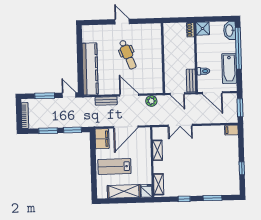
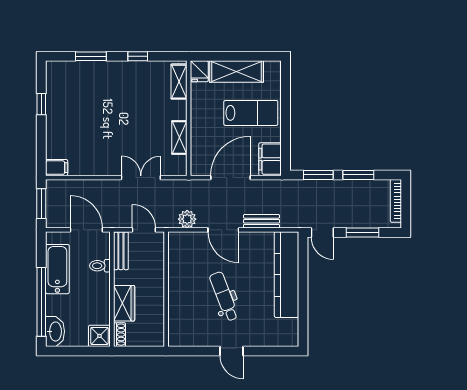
wardrobe: (188, 49) -> (124, 303), added

